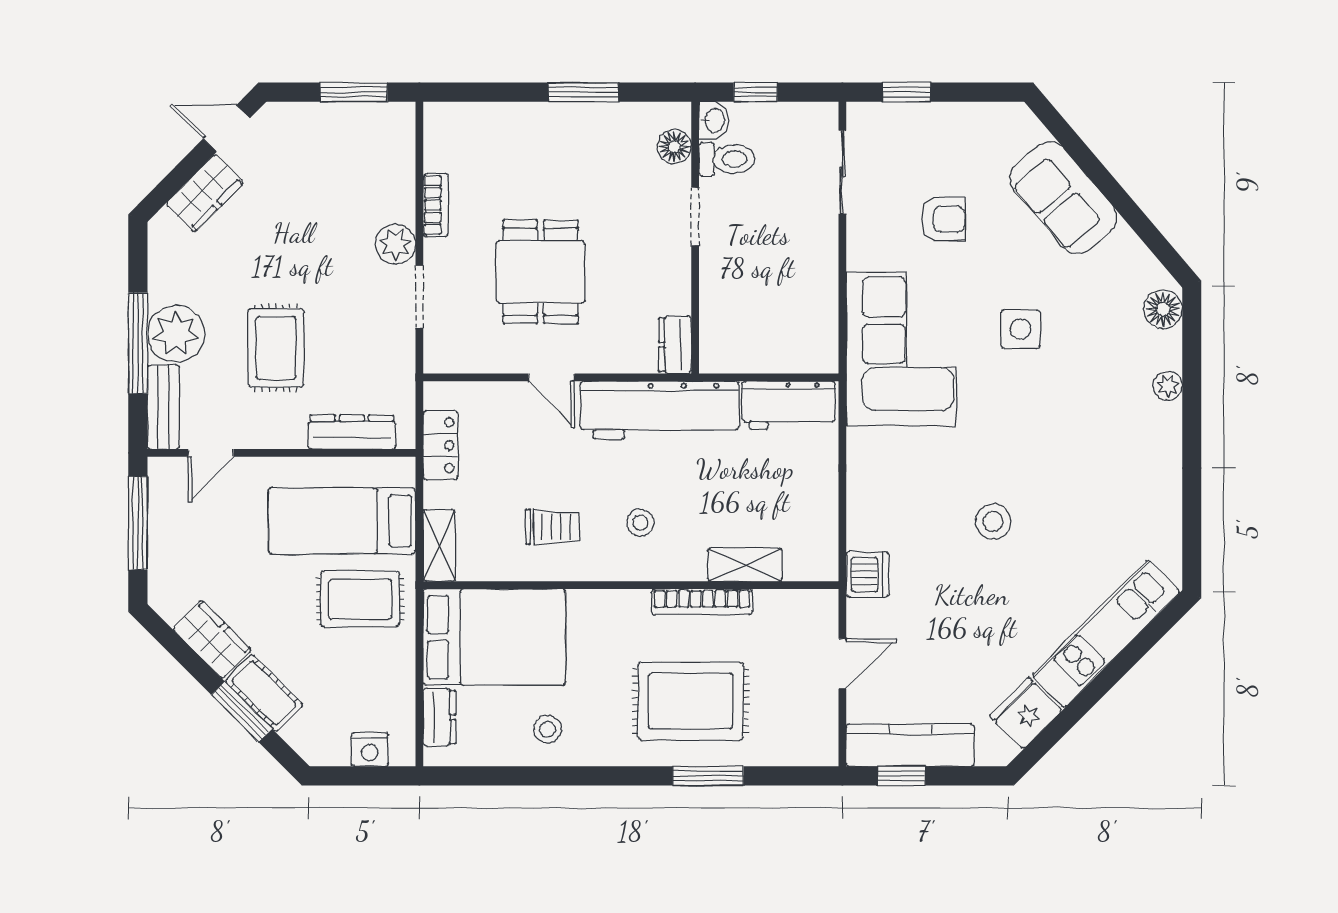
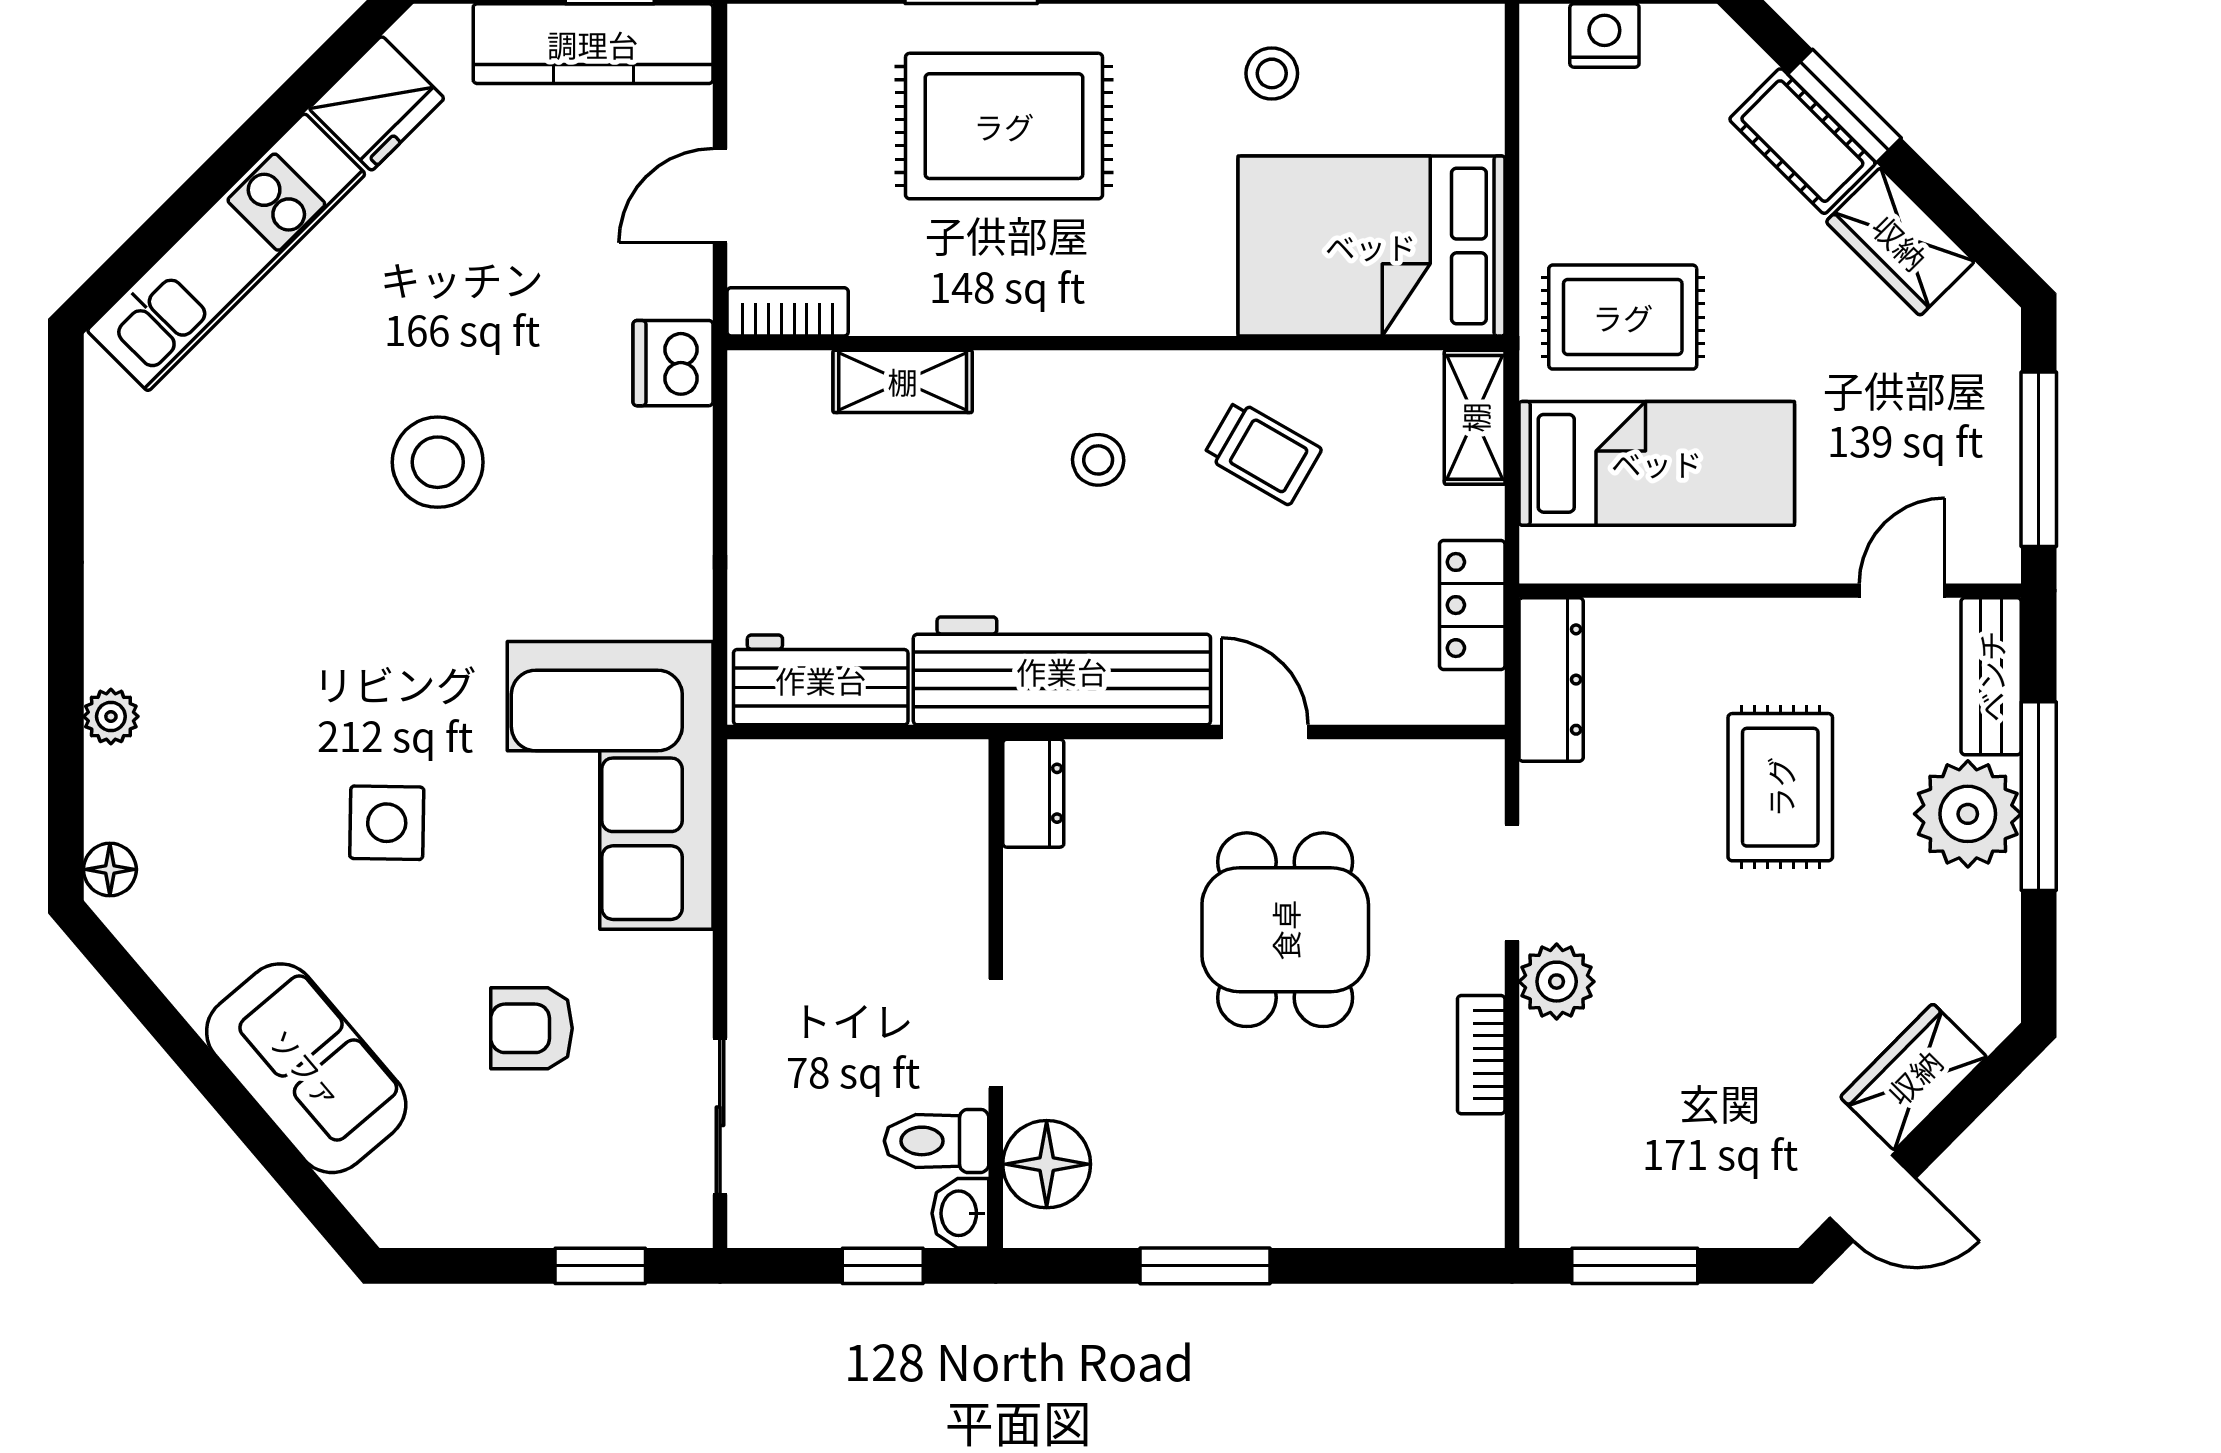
floor lamp: (674, 147) -> (1047, 1164), width x1.38, depth x1.38
floor lamp: (1163, 309) -> (110, 869), width x0.73, depth x0.73
dresser: (352, 432) -> (1551, 680), moved, turned -90
stool: (993, 522) -> (438, 462), width x1.38, depth x1.38
trolley: (553, 527) -> (1263, 452), turned -150
bookcase: (702, 602) -> (788, 312), moved, width x0.64
dresser: (439, 717) -> (1474, 96), removed

